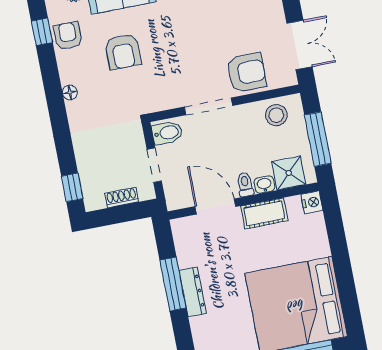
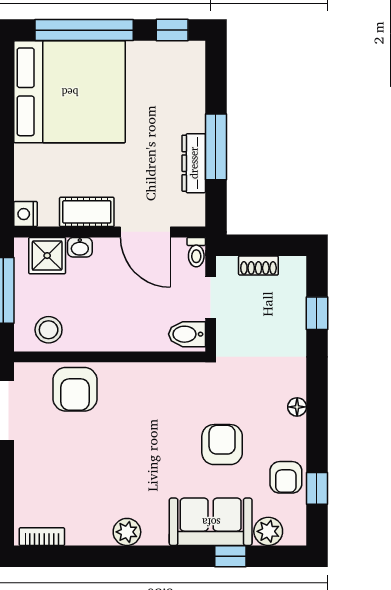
armchair: (247, 73) -> (75, 389), turned -90
doorway: (208, 106) -> (130, 357), removed
toilet: (245, 184) -> (196, 252), moved
window: (72, 187) -> (317, 313), moved
dresser: (193, 292) -> (194, 163), moved

